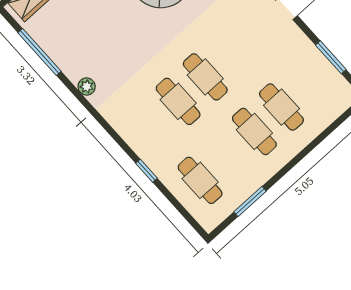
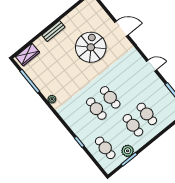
plant: (246, 184) -> (128, 151), added

